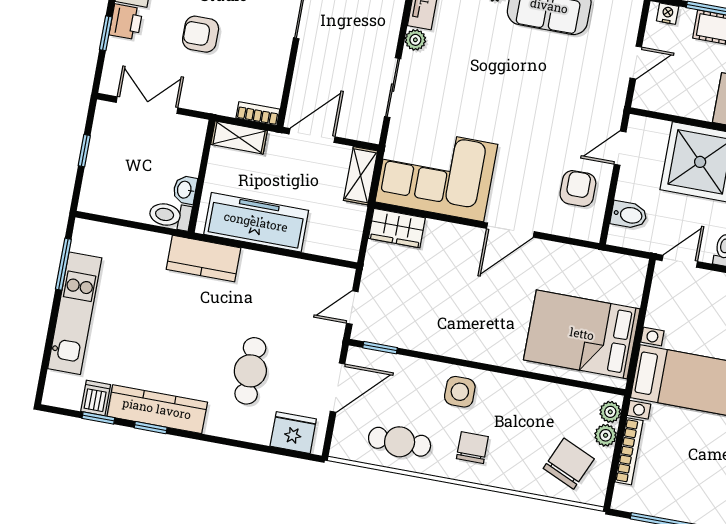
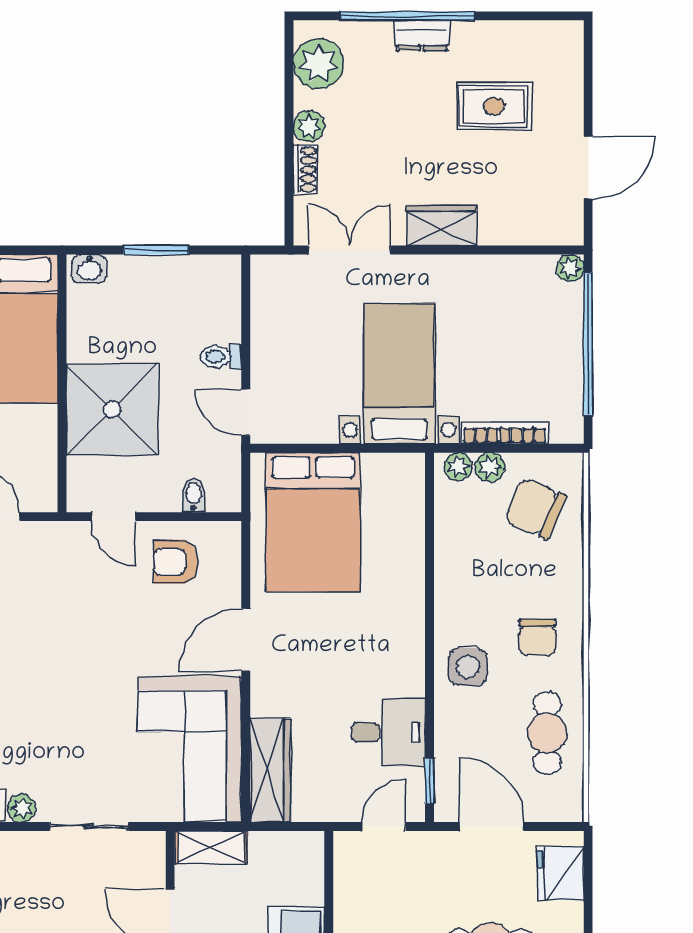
bidet: (629, 215) -> (194, 496), width x0.72, depth x0.74
wardrobe: (397, 228) -> (270, 770), width x1.50
door: (510, 230) -> (246, 640), swing flipped
door: (352, 308) -> (384, 827), swing flipped
desk: (422, 324) -> (388, 732), added
bed: (582, 334) -> (313, 522), moved
chair: (472, 448) -> (537, 637), turned -90

